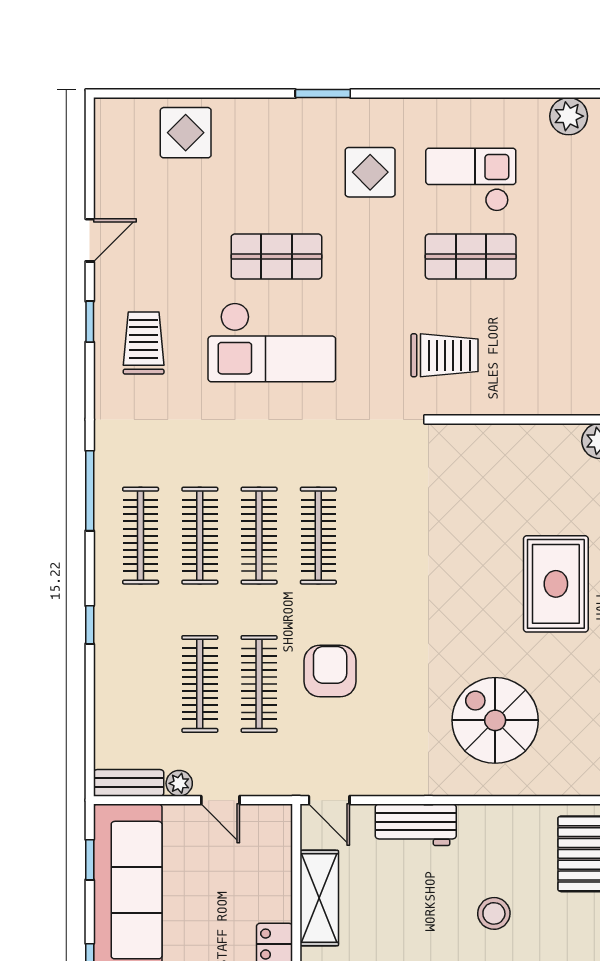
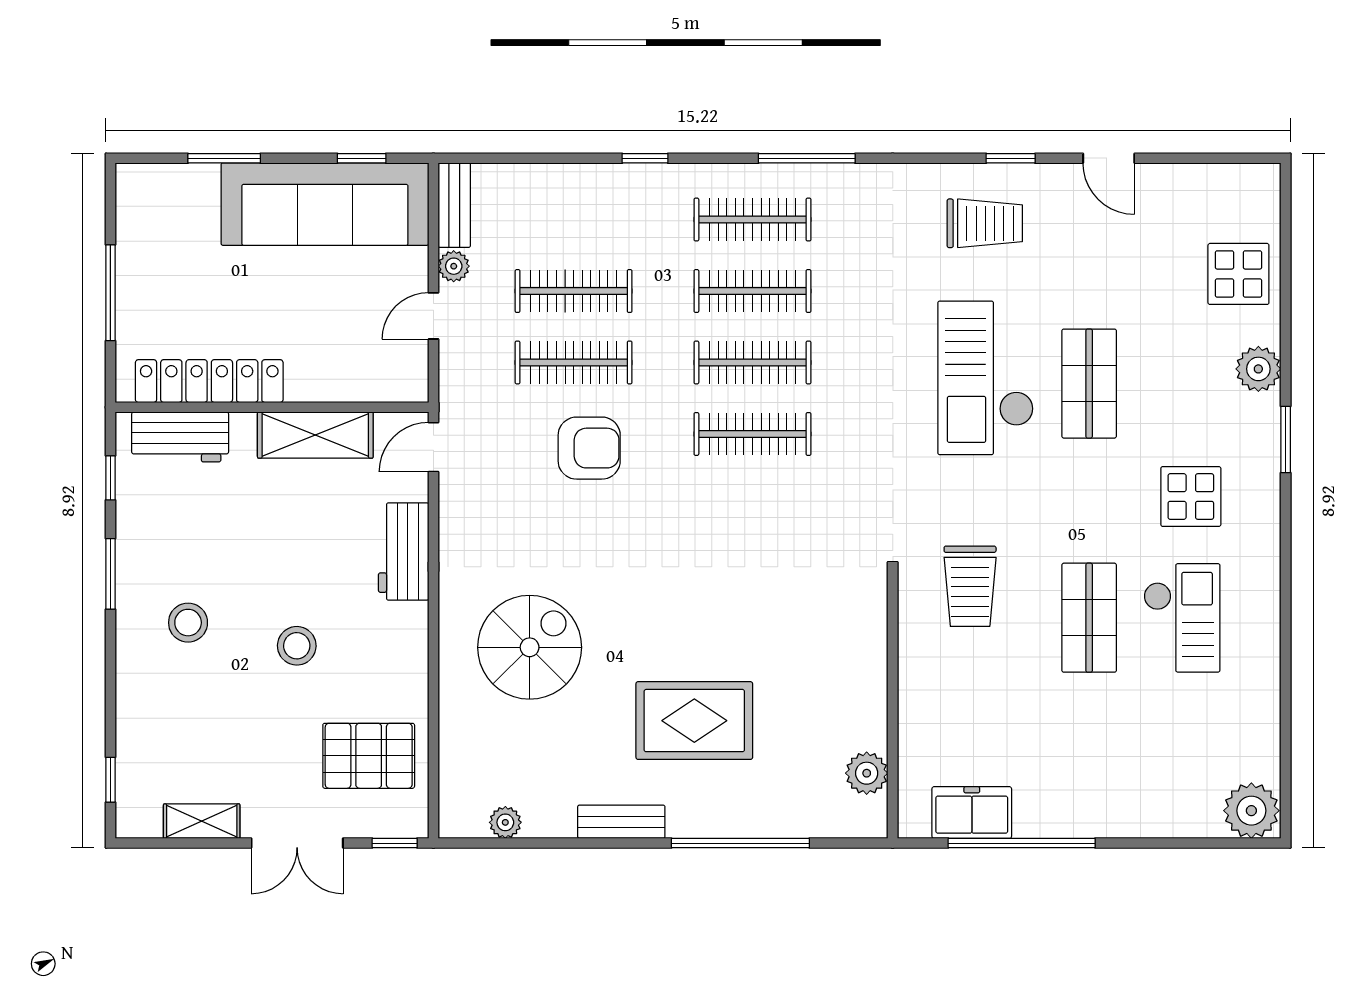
plant: (569, 116) -> (1258, 369), moved

